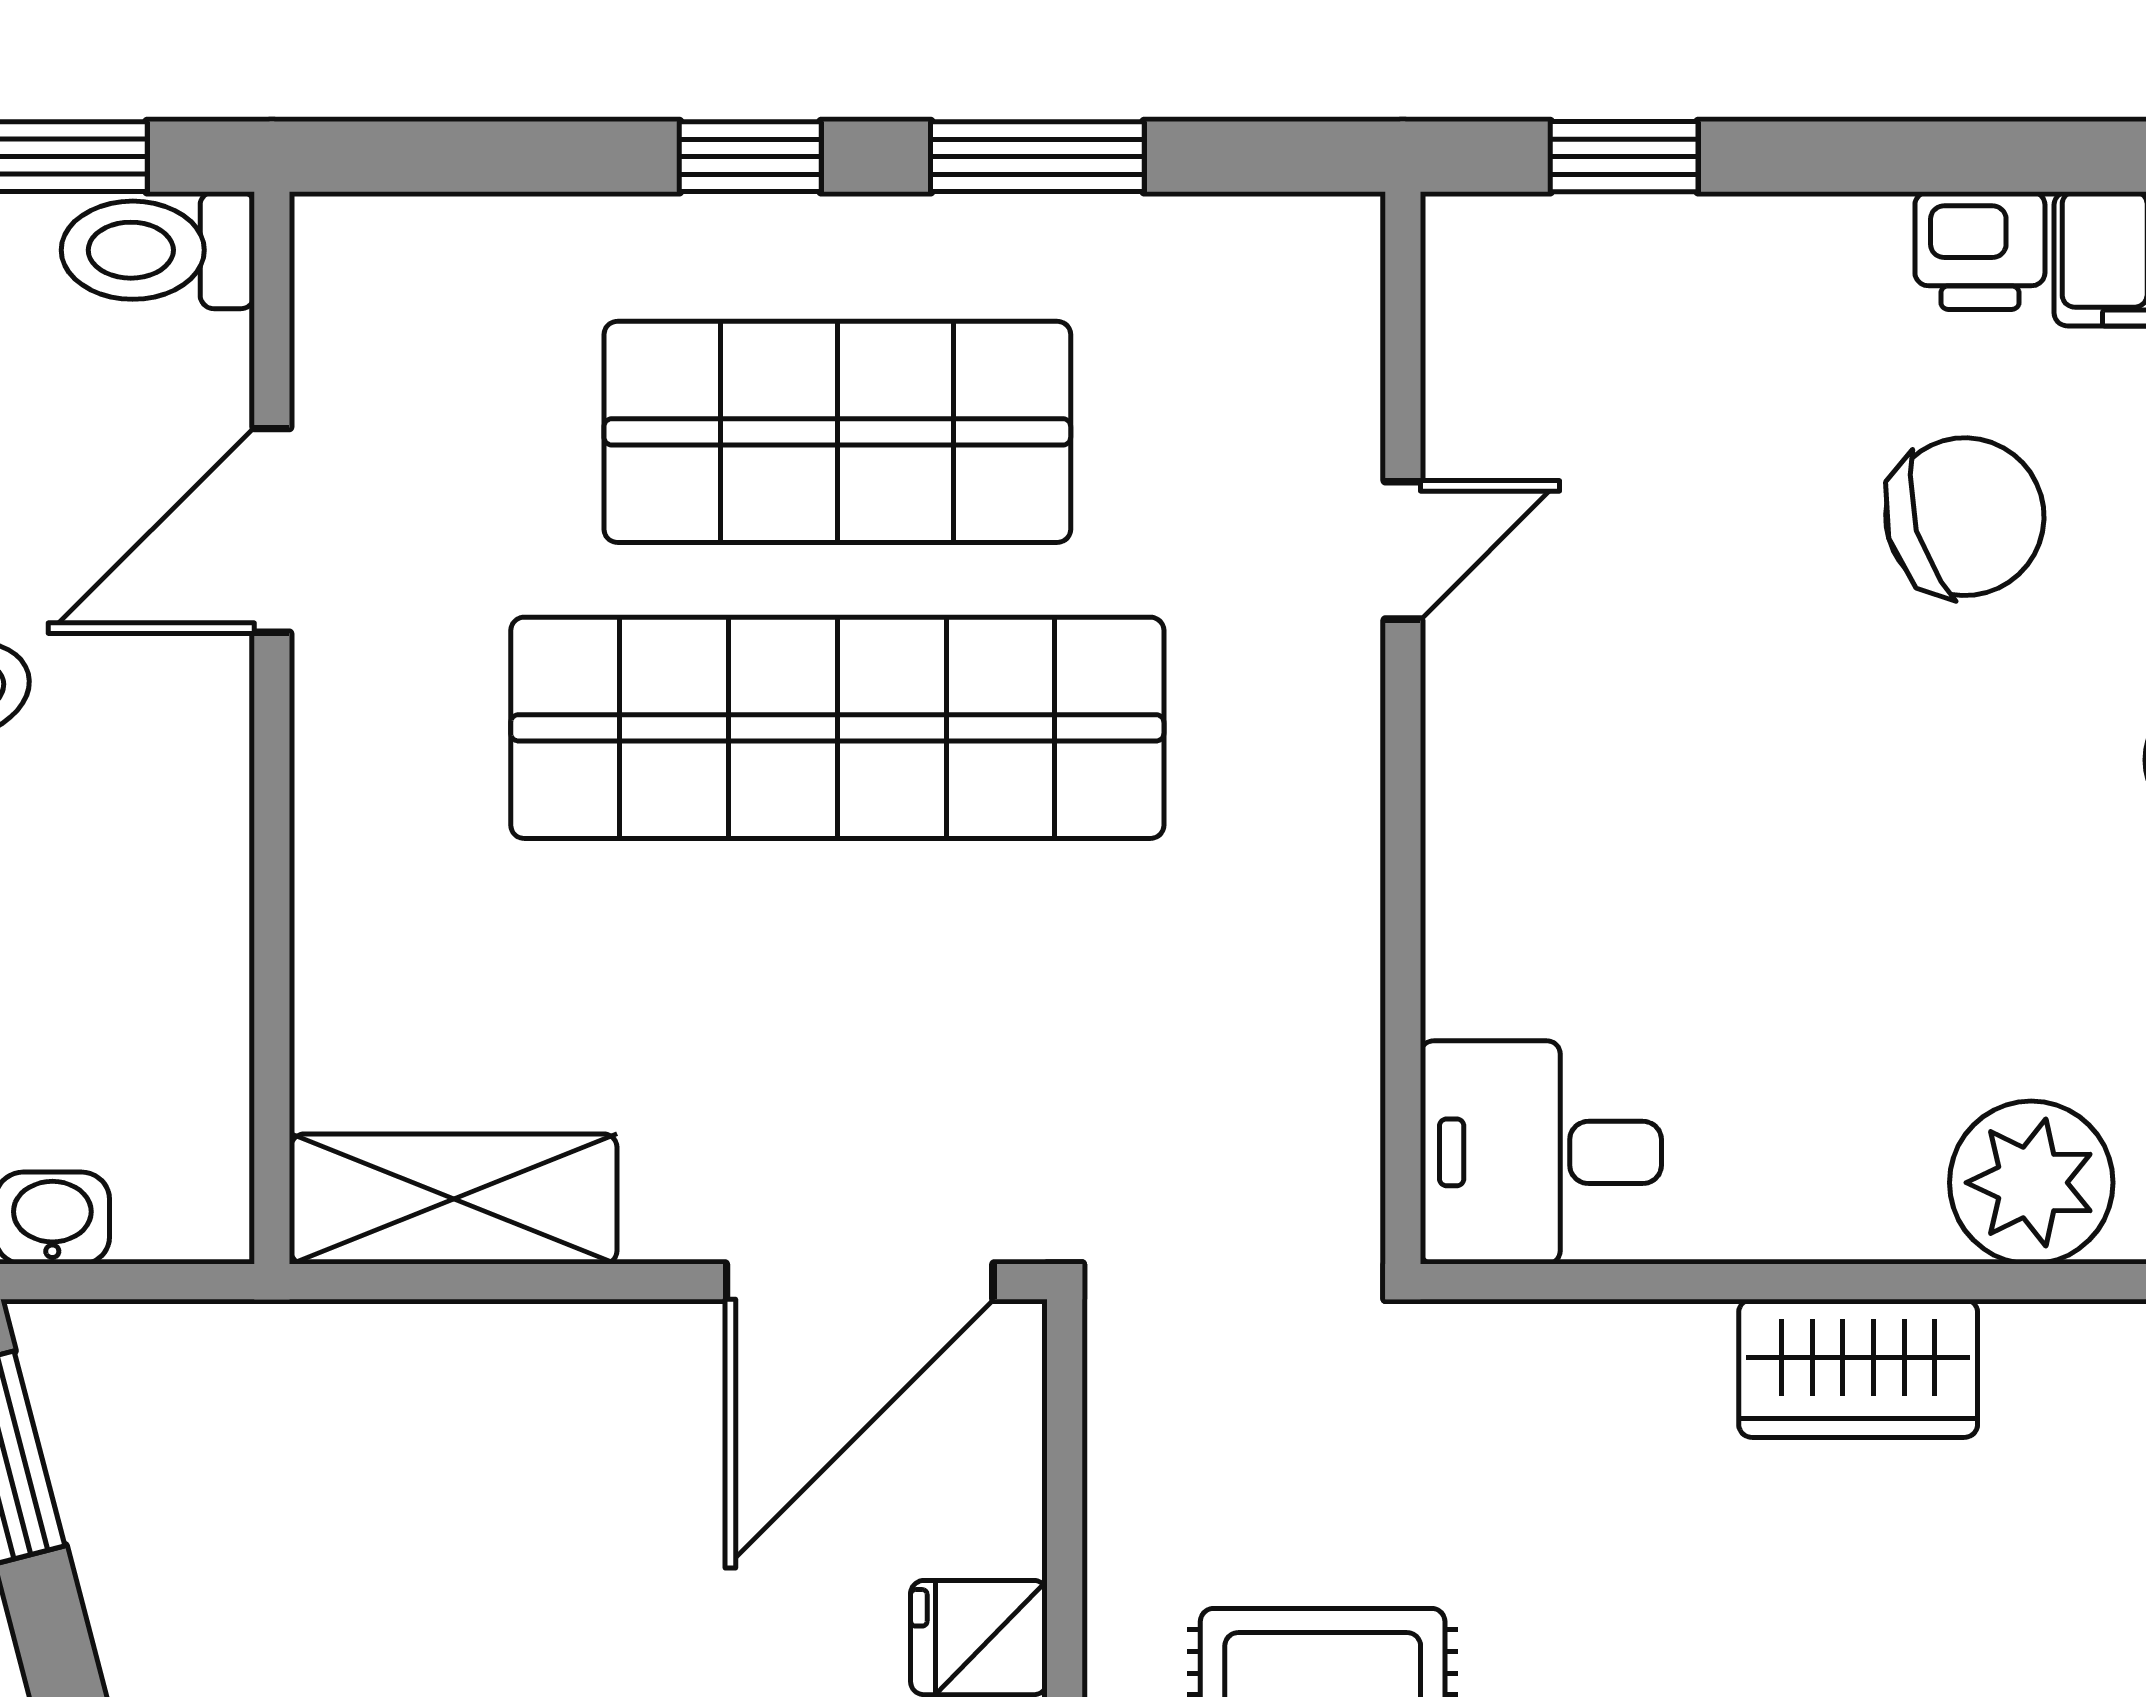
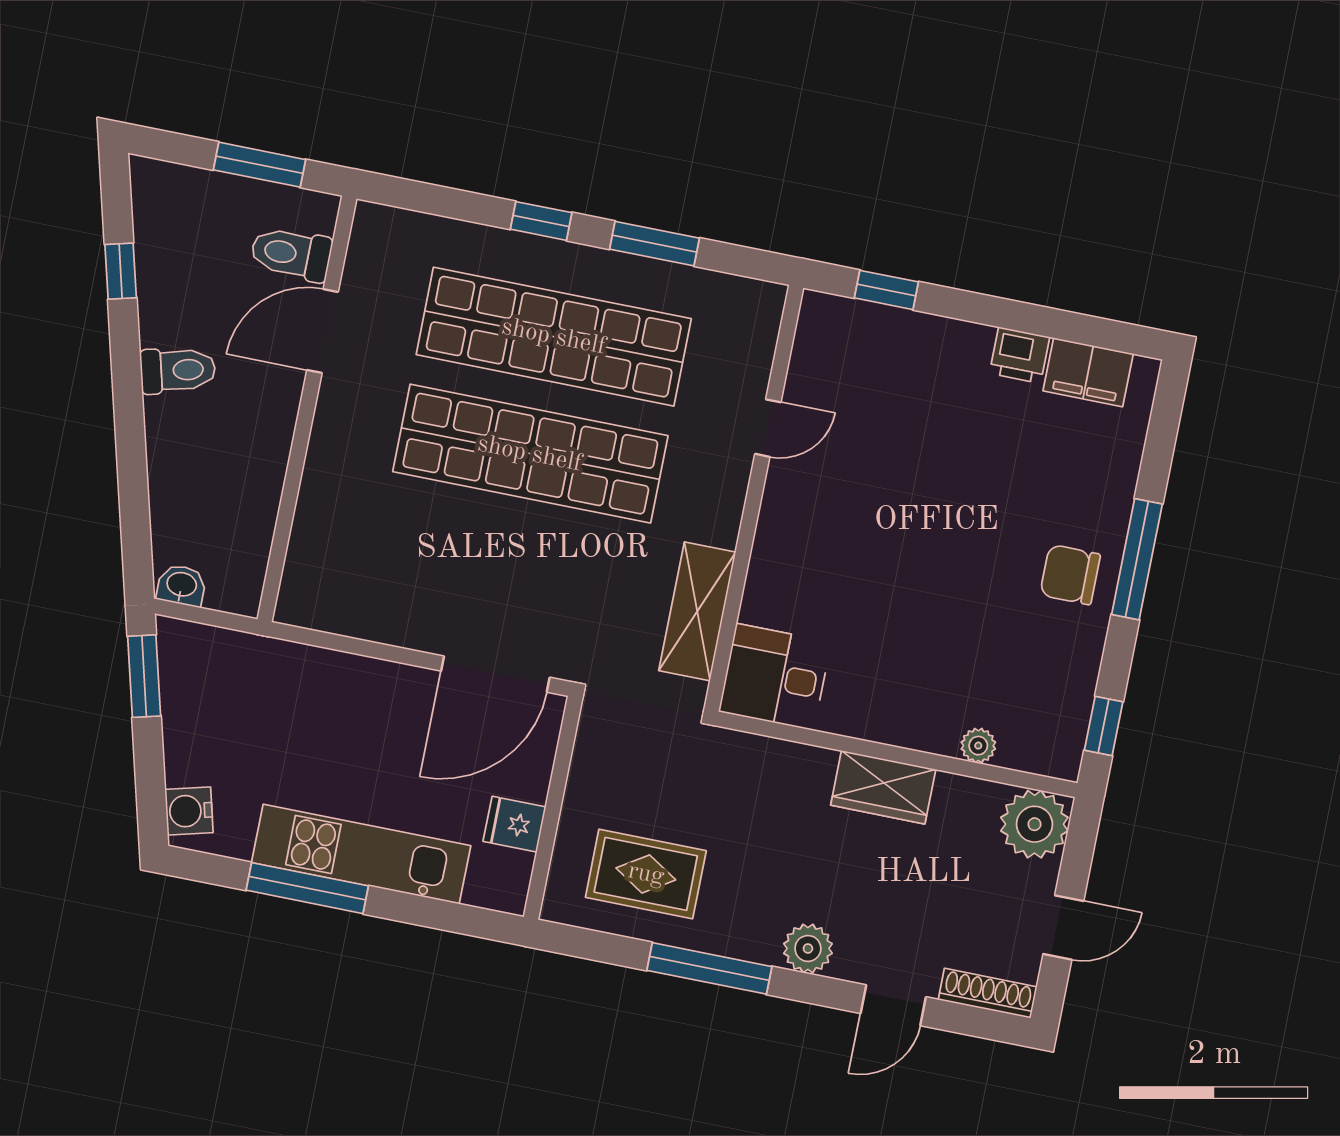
toilet: (158, 250) -> (291, 254), moved
shop shelf: (837, 432) -> (554, 337), width x1.40
chair: (1965, 517) -> (993, 459), removed
plant: (2031, 1183) -> (978, 746), width x0.53, depth x0.53
shelving: (454, 1199) -> (697, 611), moved, turned 90

